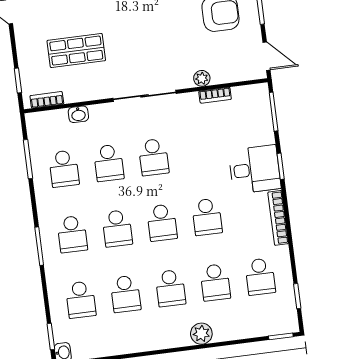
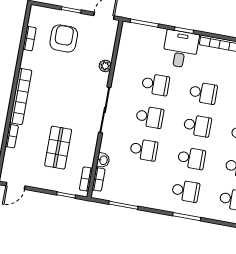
bookcase: (215, 95) -> (99, 179), moved
school desk: (64, 169) -> (156, 84), moved

